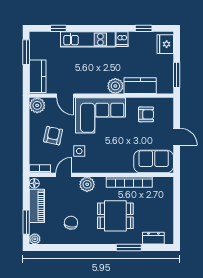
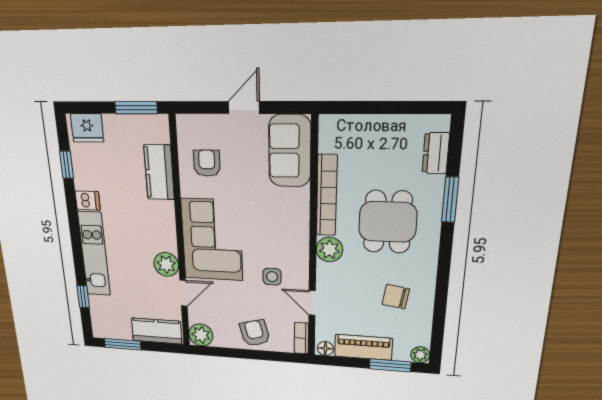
plant: (115, 86) -> (166, 264), moved
armchair: (53, 136) -> (255, 333), moved, turned 63
plant: (87, 184) -> (329, 249), moved

